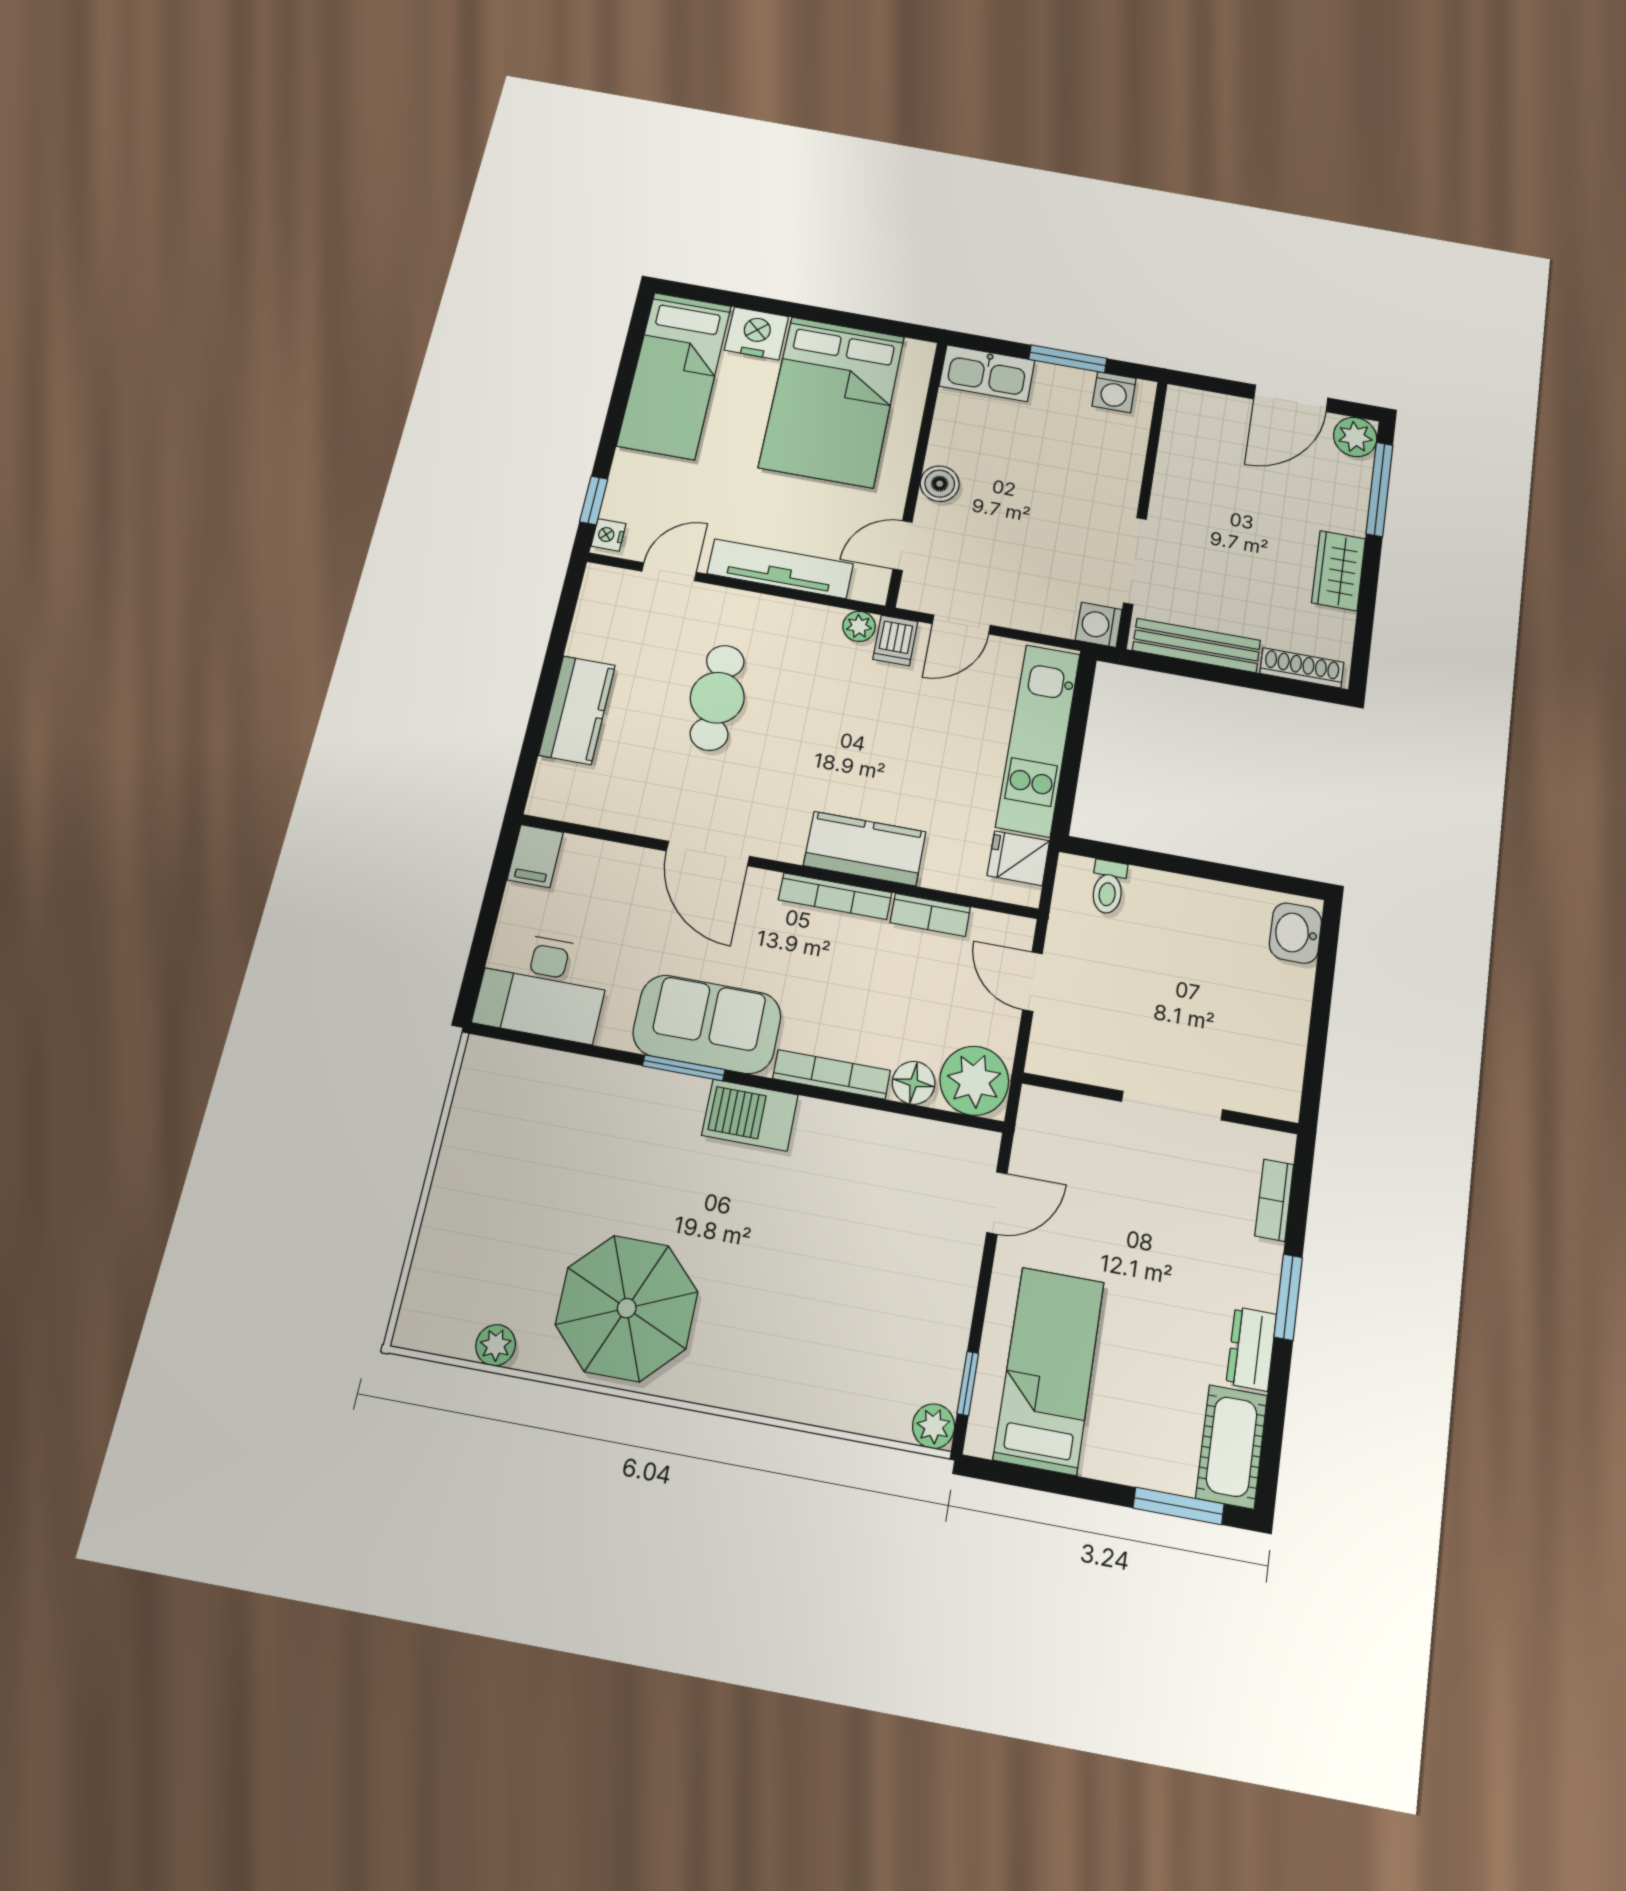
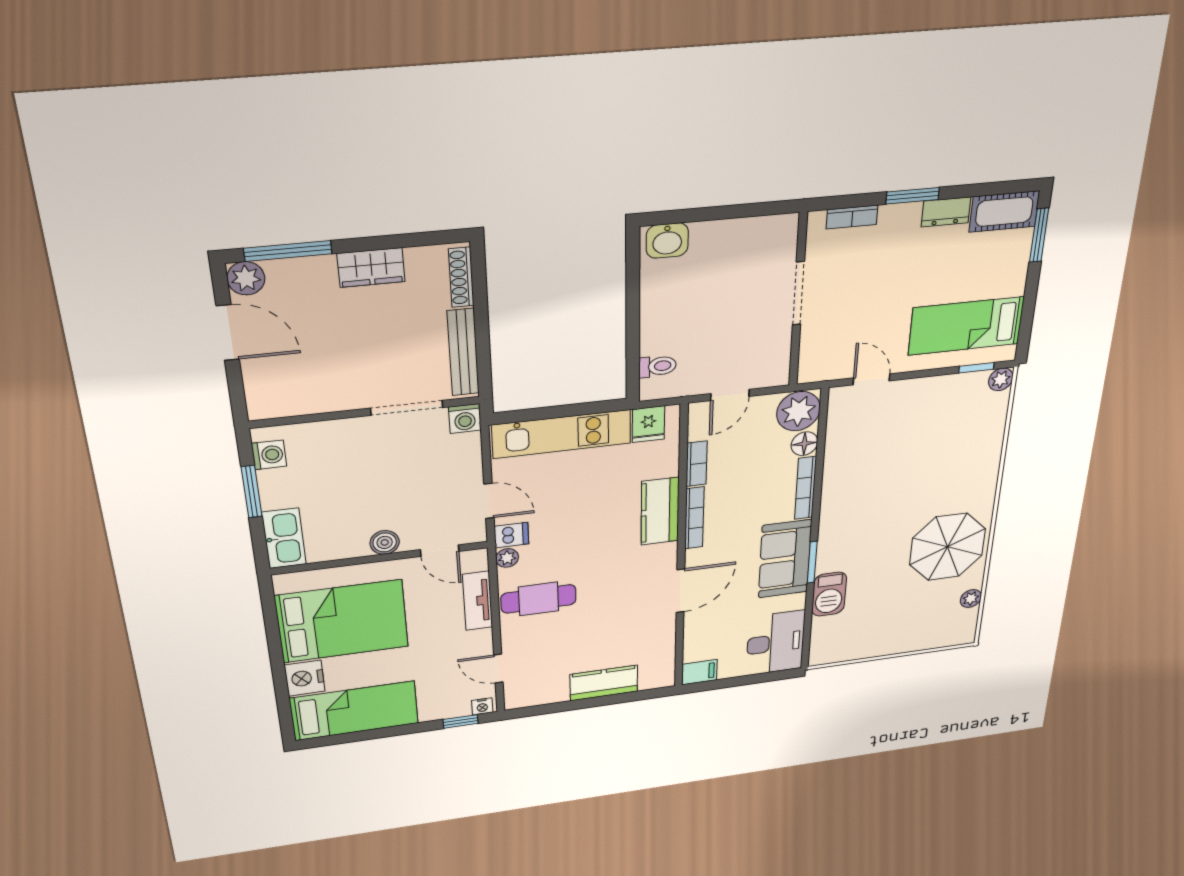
tv unit: (780, 569) -> (478, 601), width x0.71
cafe table: (717, 698) -> (539, 599), moved
barbecue: (750, 1115) -> (829, 594), moved

